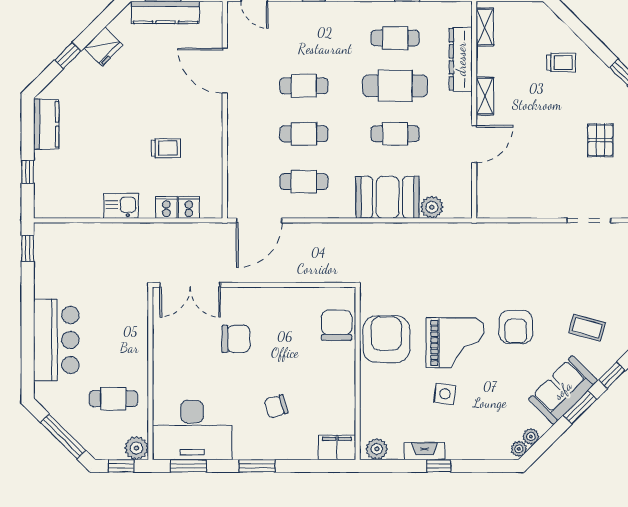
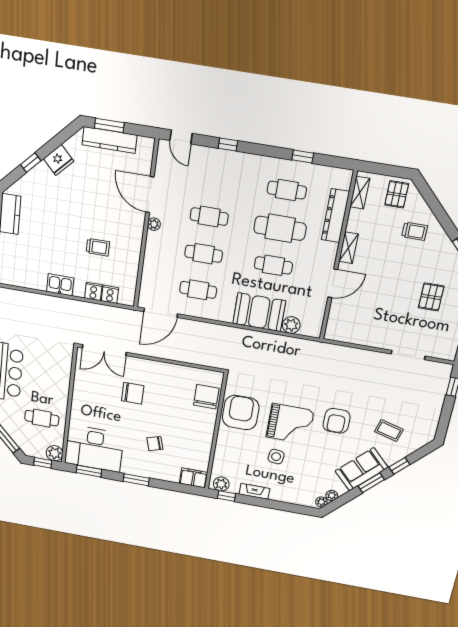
pallet: (530, 22) -> (397, 194), added
plant: (235, 107) -> (154, 224), added
window: (439, 466) -> (227, 496), moved

